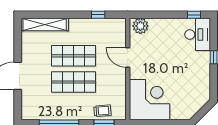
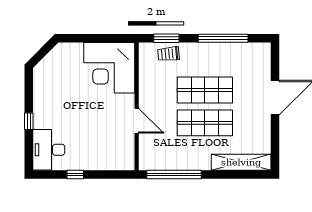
window: (98, 15) -> (174, 175), width x3.17
window: (194, 15) -> (75, 175), moved
plant: (140, 26) -> (121, 160), removed

